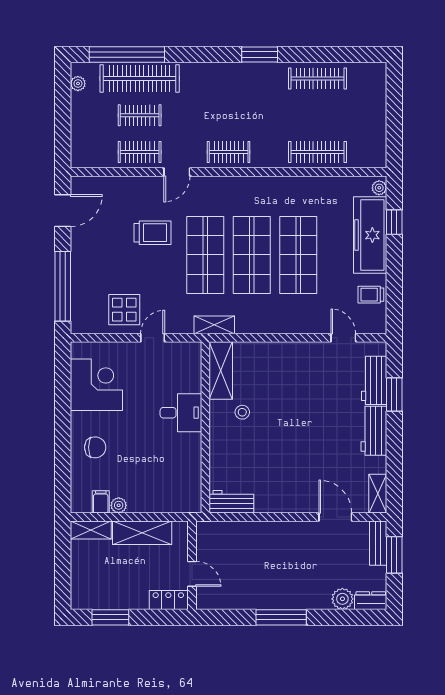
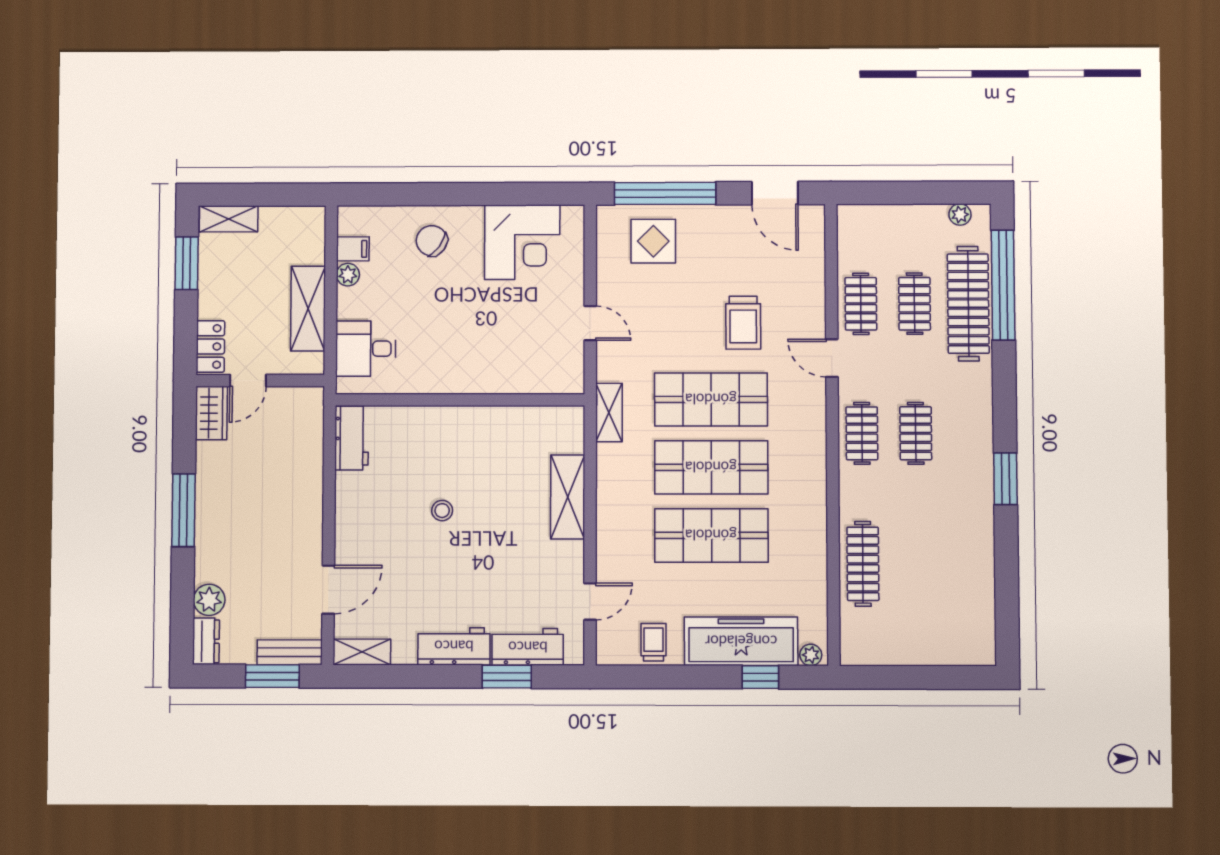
clothes rail: (317, 79) -> (916, 433), moved, width x0.73
display table: (124, 310) -> (653, 241), moved
shelving: (221, 371) -> (568, 497), moved, turned 90
stool: (242, 412) -> (442, 511), moved
desk: (181, 413) -> (366, 349), moved, turned 90
chair: (95, 447) -> (432, 241), turned 126
shelving: (91, 530) -> (229, 219), moved, turned 90
wardrobe: (214, 599) -> (211, 413), added

